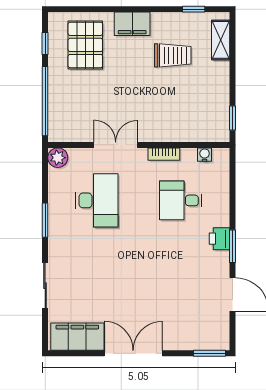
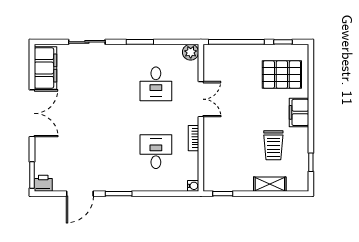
shelving: (221, 40) -> (270, 184), moved
water cooler: (205, 155) -> (193, 186), moved
desk: (97, 200) -> (156, 84), width x0.73
printer: (219, 239) -> (43, 183), moved

